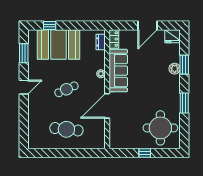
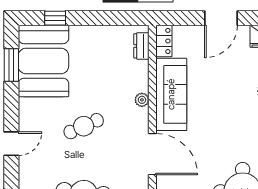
booth: (59, 44) -> (43, 61), moved, turned 90
door: (24, 87) -> (11, 144), moved
door: (107, 106) -> (152, 154), swing flipped

